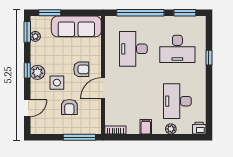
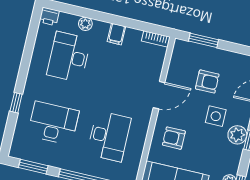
armchair: (81, 69) -> (174, 138), moved
desk: (177, 101) -> (69, 57), turned 180
armchair: (69, 107) -> (207, 82), turned 90
window: (79, 137) -> (204, 40), width x0.69

